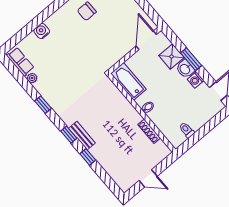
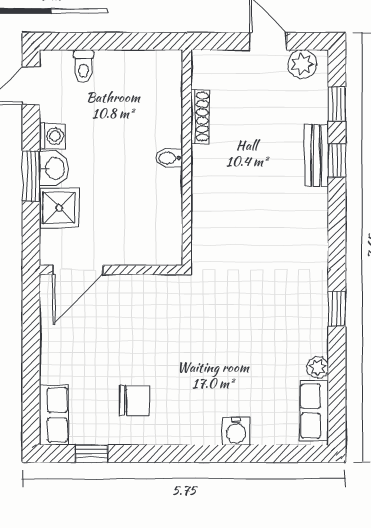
bathtub: (128, 81) -> (164, 227), removed
toilet: (187, 130) -> (84, 66), moved
window: (69, 135) -> (337, 104), moved
bench: (82, 136) -> (317, 156), moved
plant: (129, 181) -> (302, 64), added

